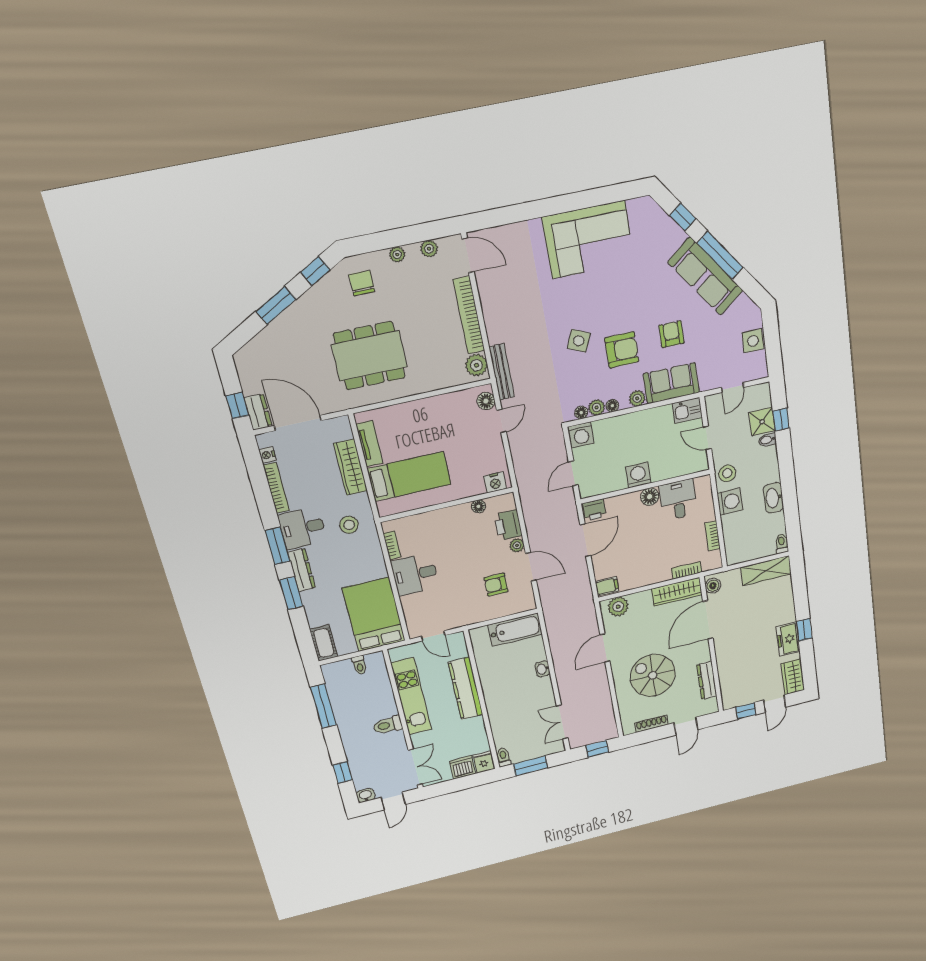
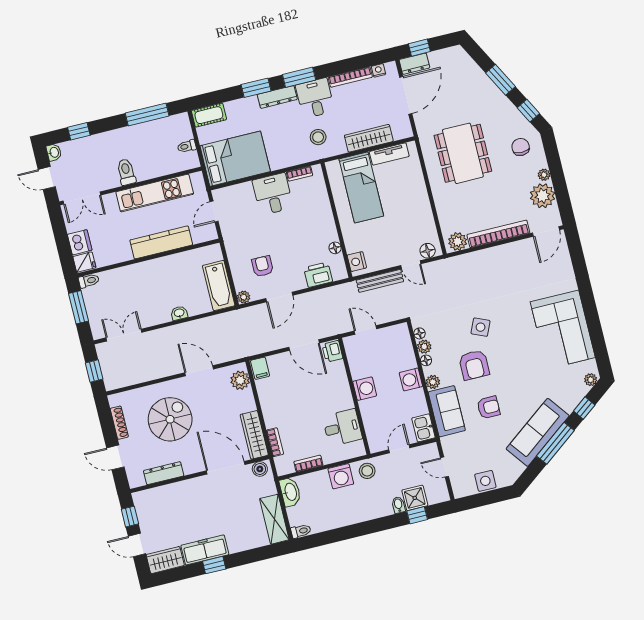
plant: (650, 207) -> (591, 380), added
plant: (429, 249) -> (543, 196), width x1.87, depth x1.87
chair: (362, 283) -> (521, 147), turned -90
bench: (502, 372) -> (380, 281), moved
washing machine: (581, 435) -> (411, 379), moved
floor lamp: (650, 497) -> (345, 401), removed
washbasin: (774, 498) -> (290, 492), moved, turned 90
plant: (517, 545) -> (244, 297), moved
freezer: (788, 639) -> (205, 550), width x1.40

